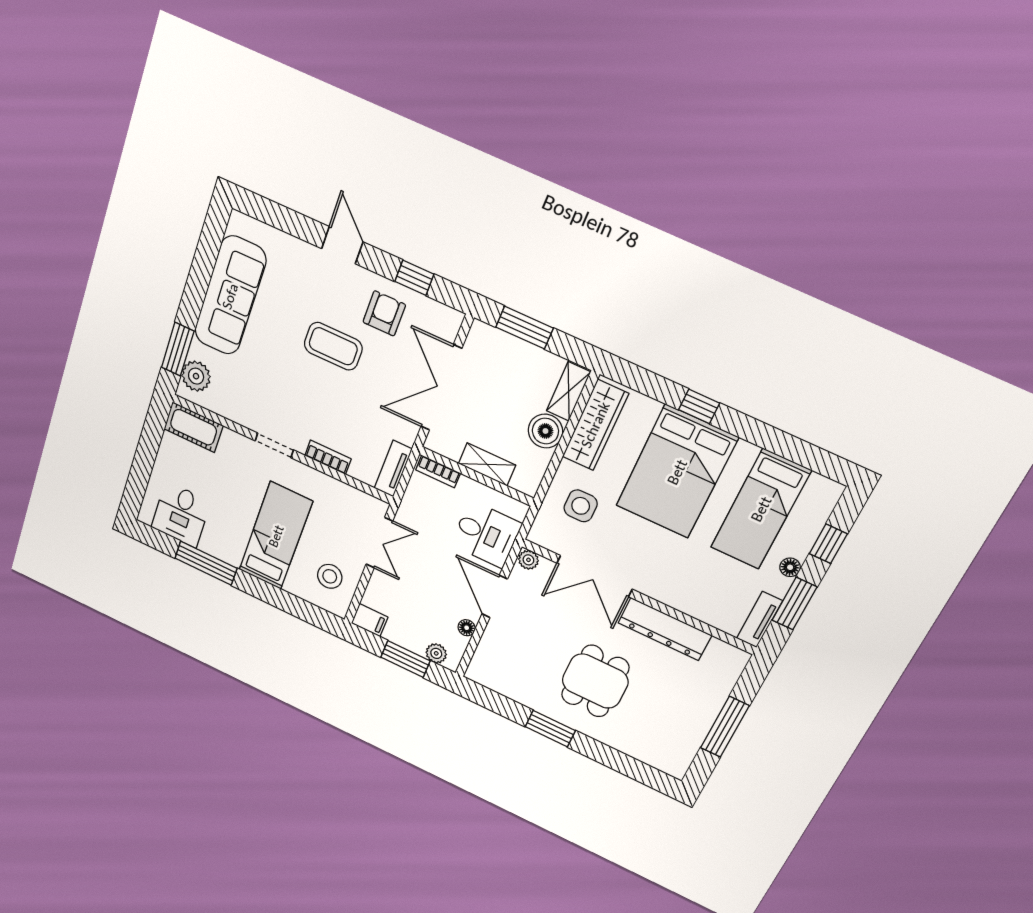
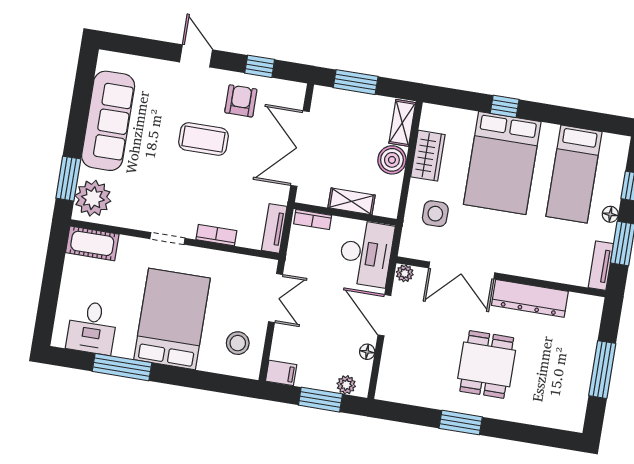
plant: (196, 376) -> (93, 198), width x1.36, depth x1.36
wardrobe: (595, 425) -> (428, 156), width x0.67
desk: (486, 534) -> (366, 253), width x1.37
bed: (276, 536) -> (172, 319), width x1.50

